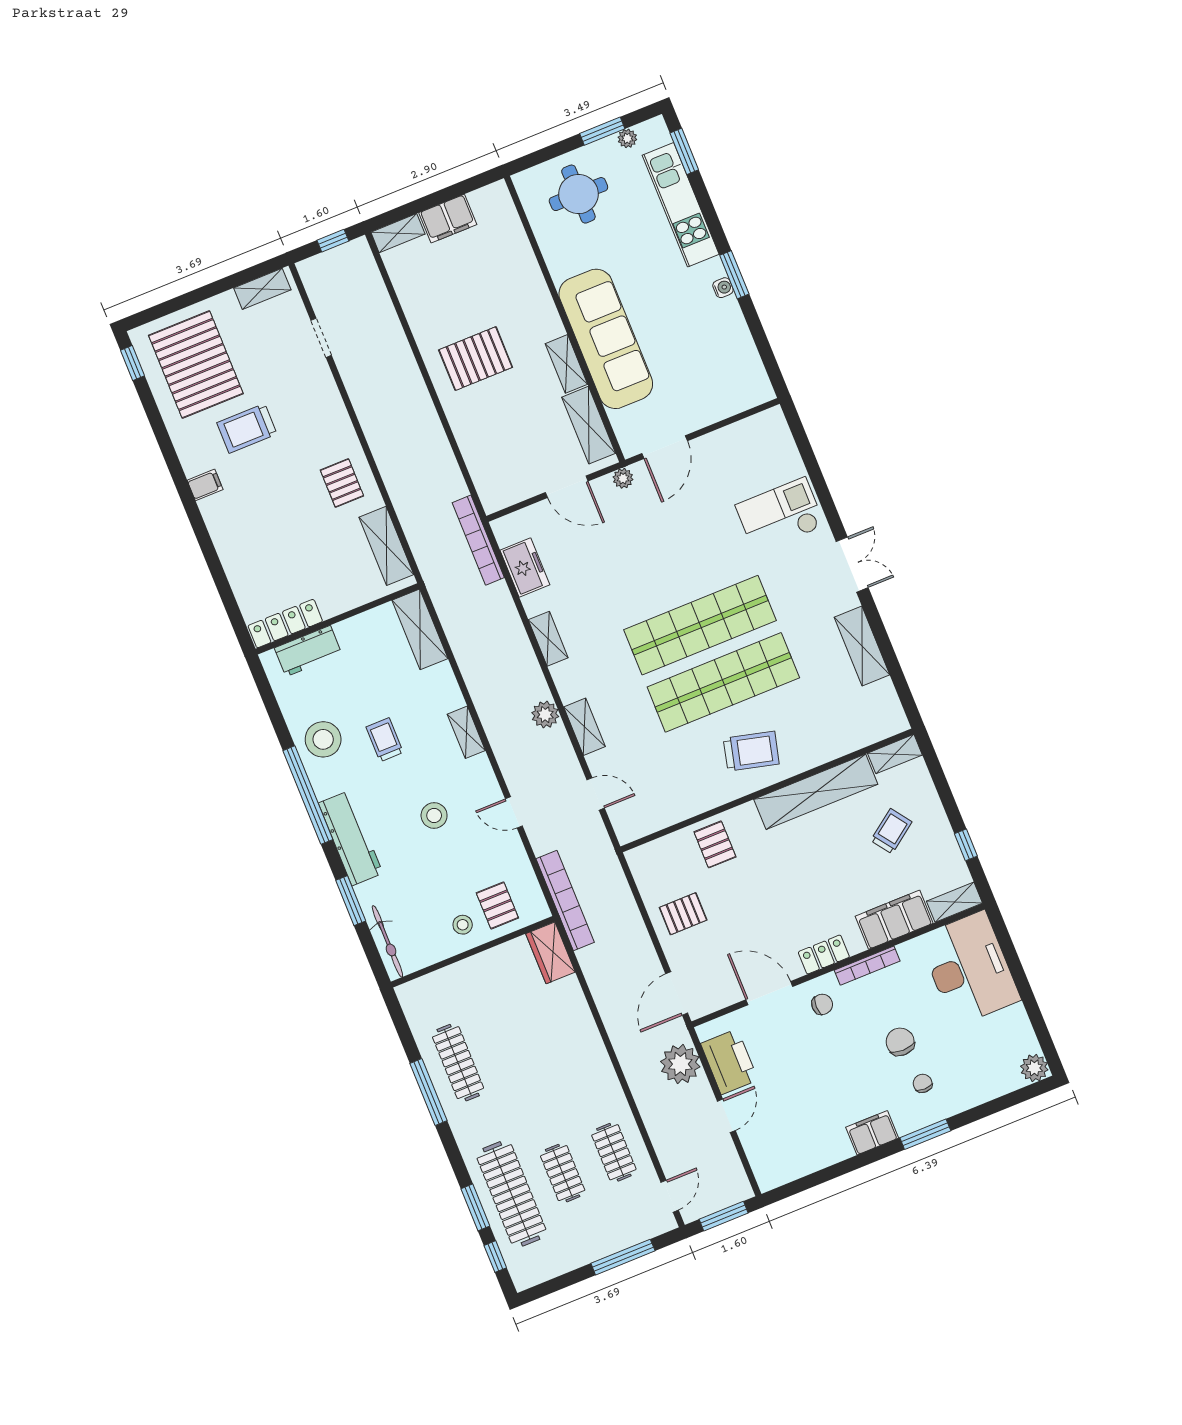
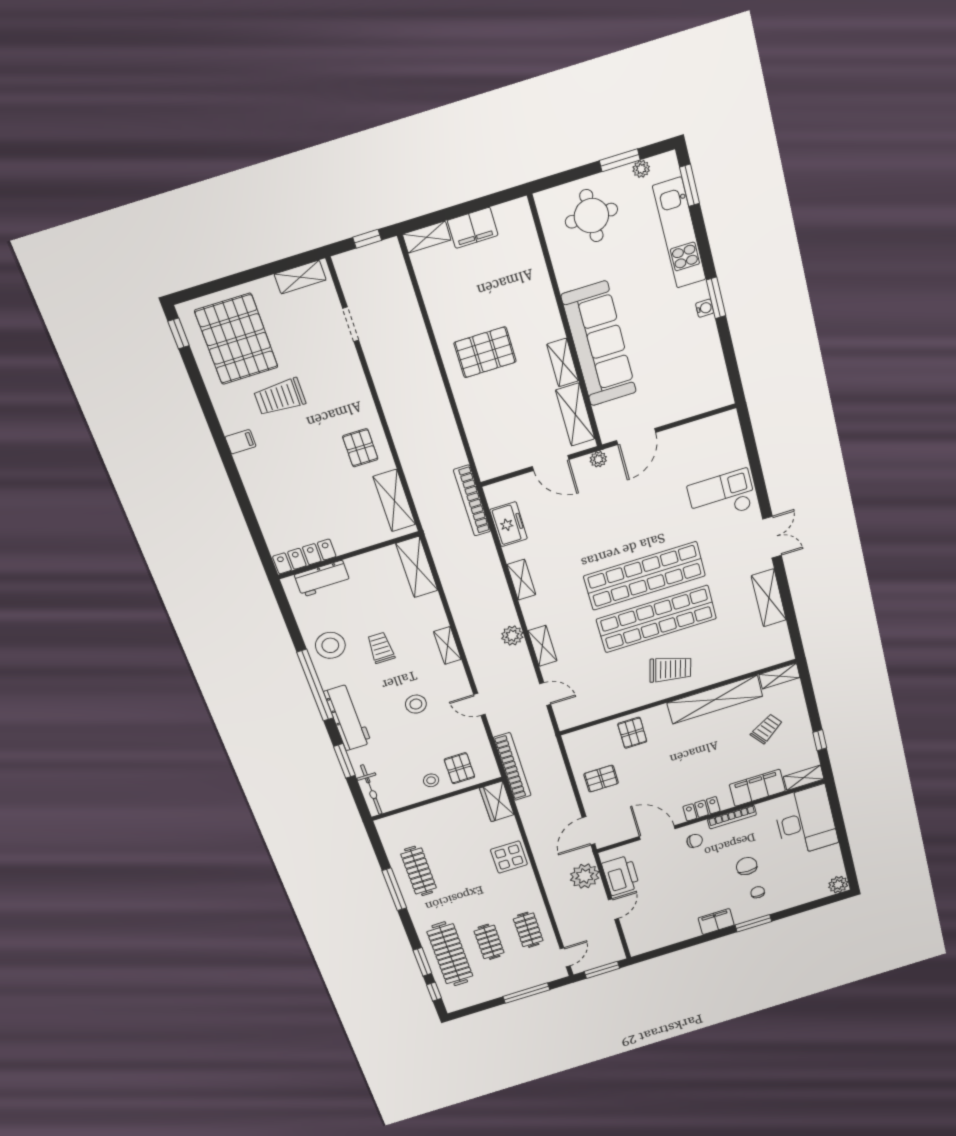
display table: (575, 1037) -> (509, 857), added

